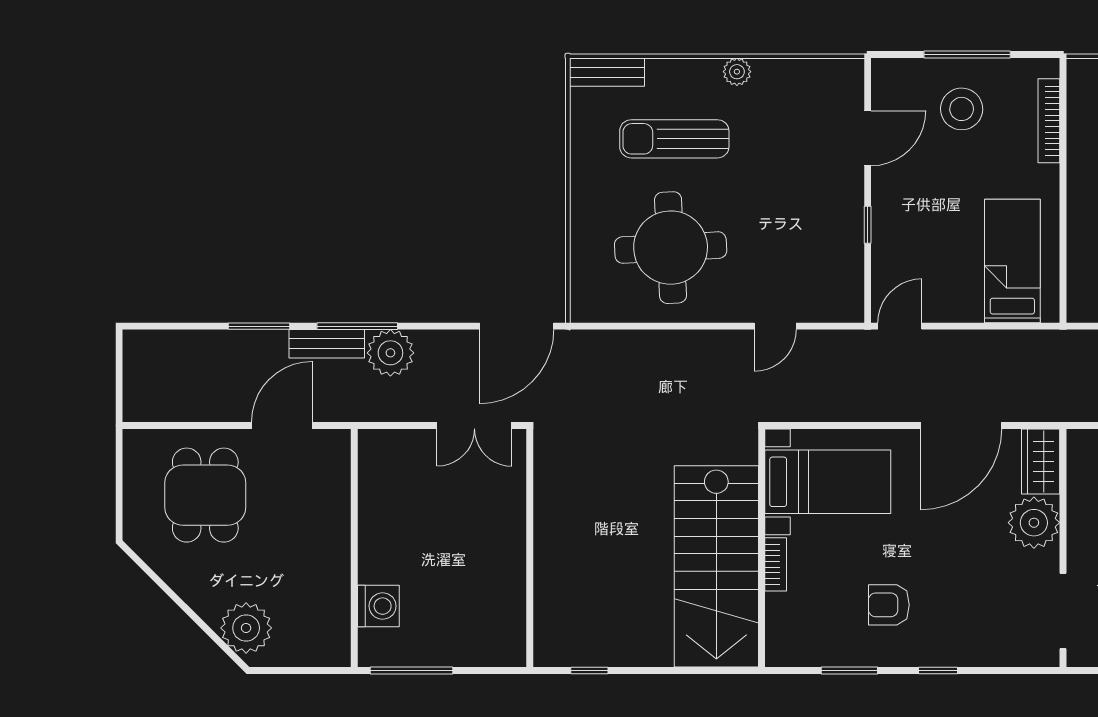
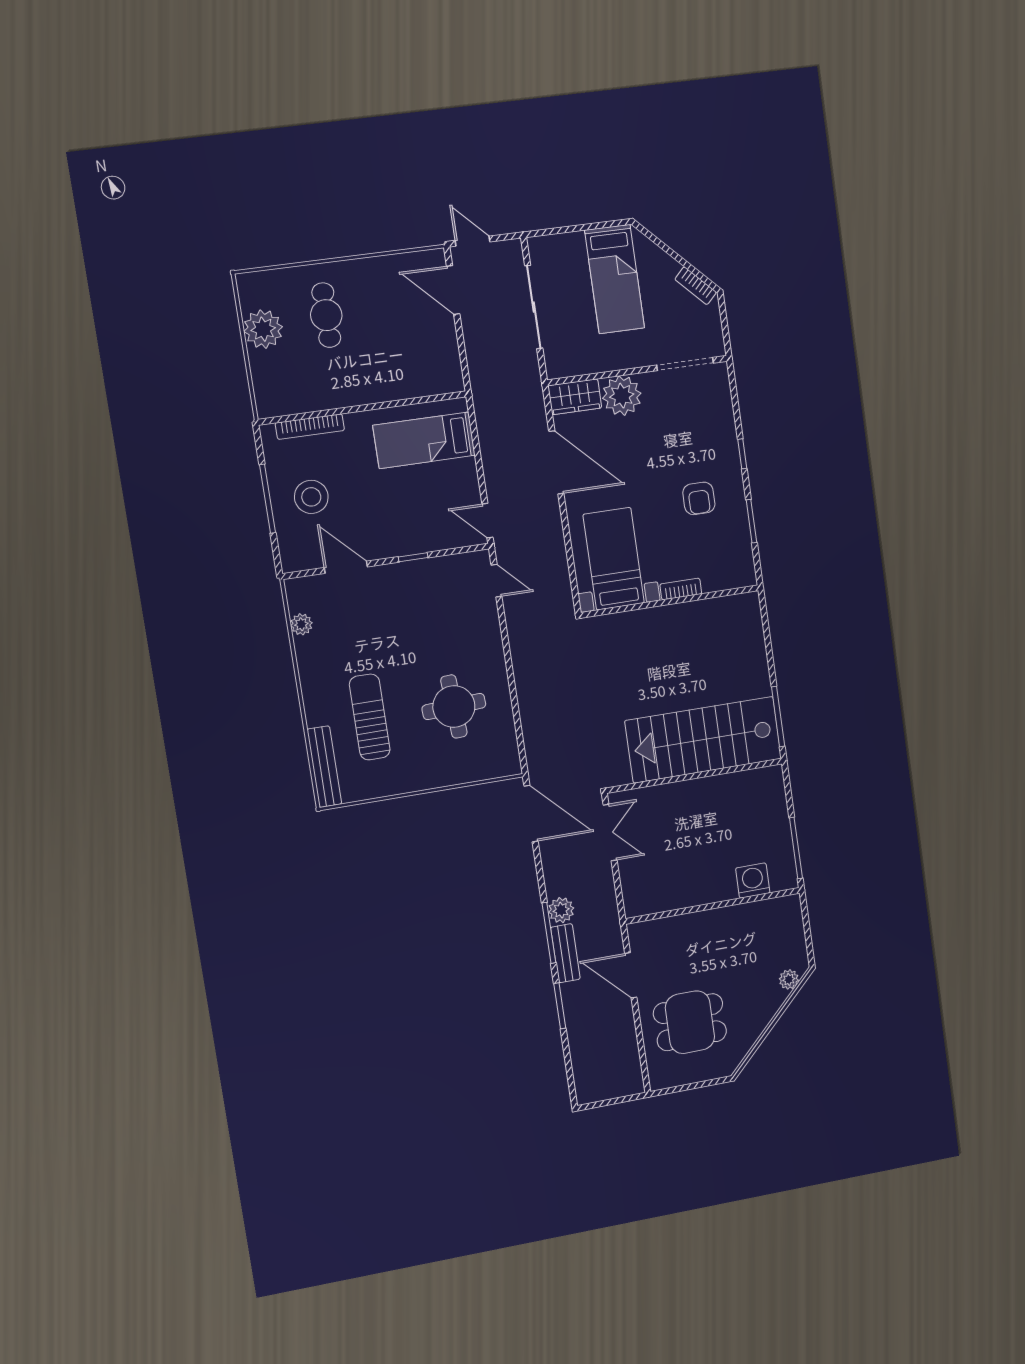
bench: (607, 72) -> (324, 767), width x1.36
plant: (737, 72) -> (301, 624), moved
sun lounger: (674, 139) -> (370, 717), turned 180
round table: (671, 248) -> (454, 706), width x0.73, depth x0.73
door: (775, 326) -> (496, 581), moved
plant: (390, 353) -> (561, 910), width x0.73, depth x0.73
stairs: (716, 566) -> (703, 740), moved, turned 180
plant: (246, 628) -> (789, 979), width x0.53, depth x0.53
window: (589, 671) -> (778, 717), width x2.17

